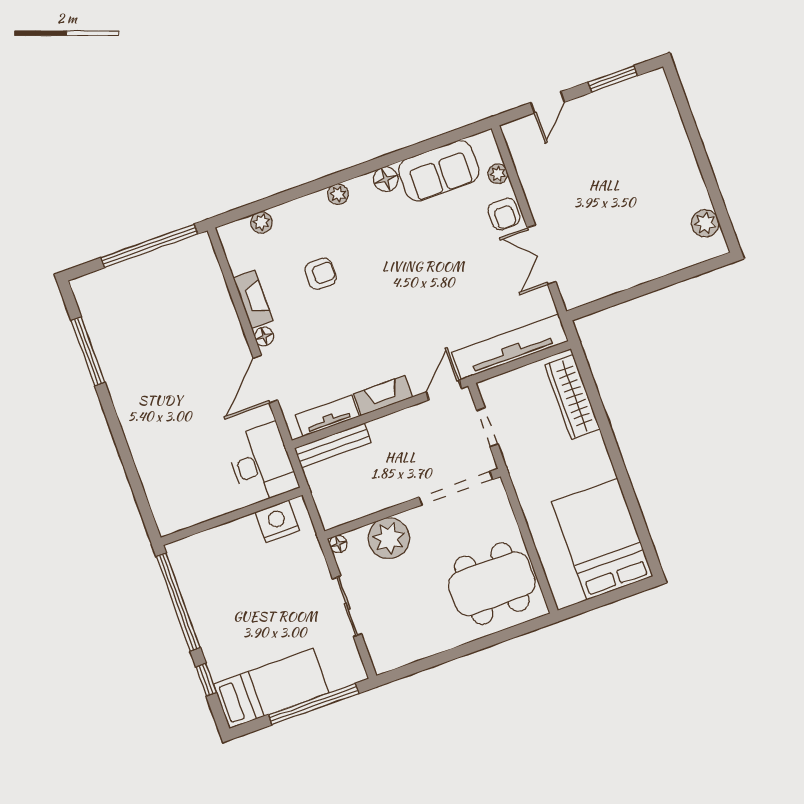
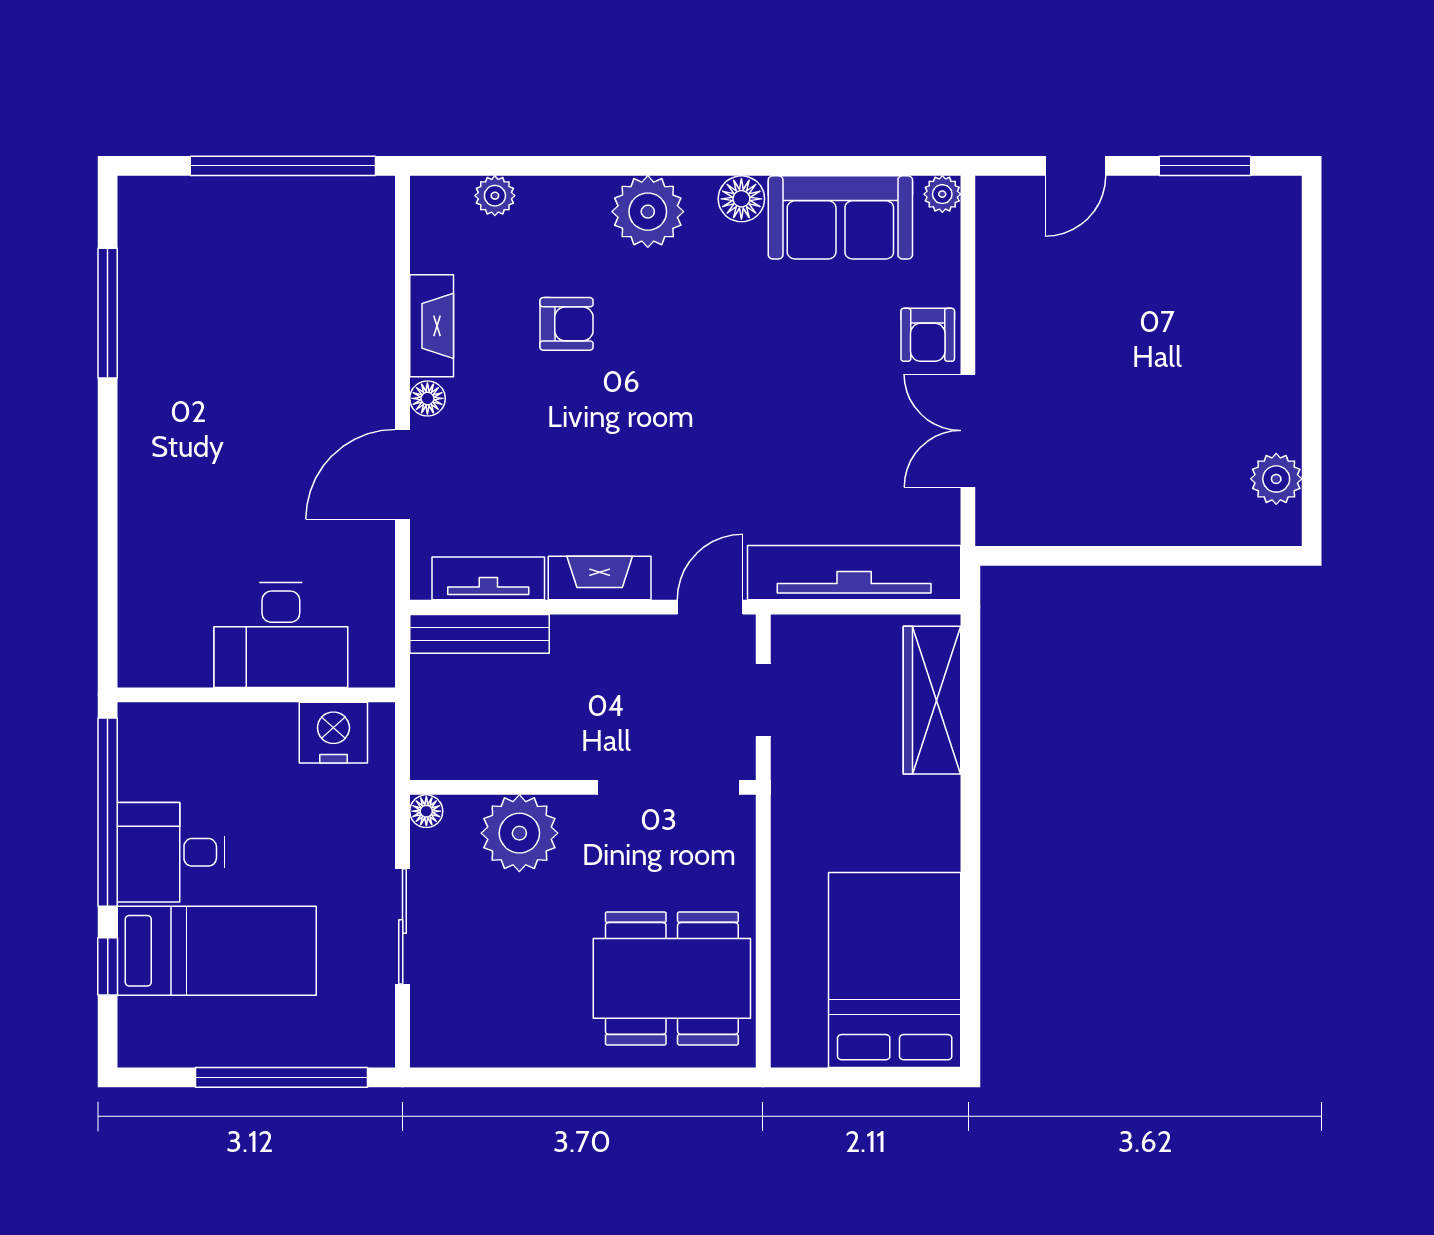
plant: (498, 174) -> (942, 194), moved
plant: (338, 194) -> (648, 212), width x1.88, depth x1.88
desk: (262, 463) -> (281, 635), moved, turned 90
desk: (217, 611) -> (171, 852), added
bed: (271, 688) -> (217, 951), moved

